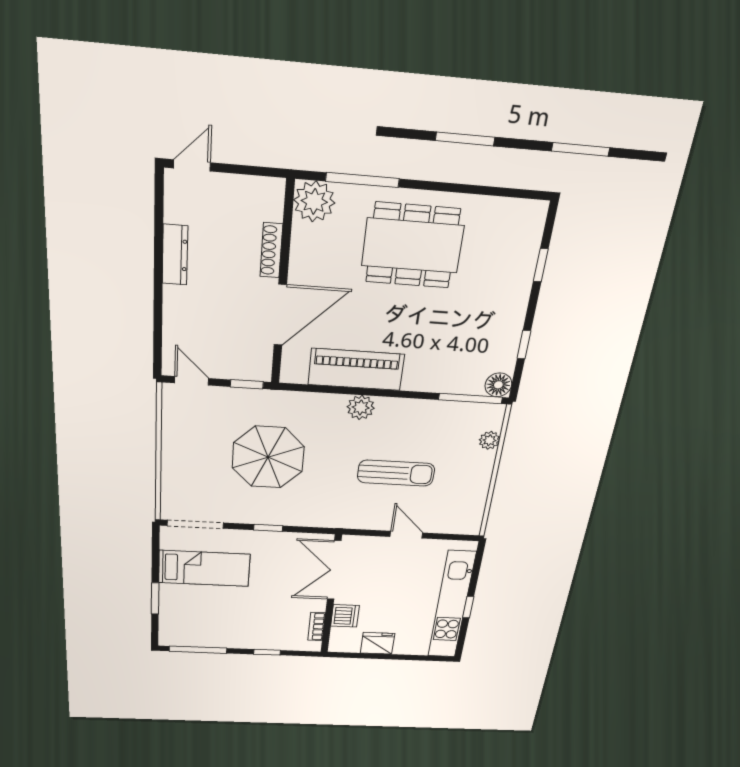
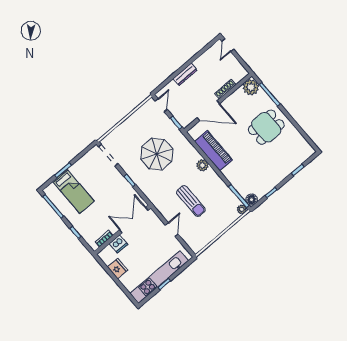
door: (192, 165) -> (228, 45), swing flipped
dining table: (413, 246) -> (266, 127), width x0.73
dresser: (175, 255) -> (185, 74), moved
plant: (489, 440) -> (242, 209), moved
bed: (204, 568) -> (73, 191), moved

